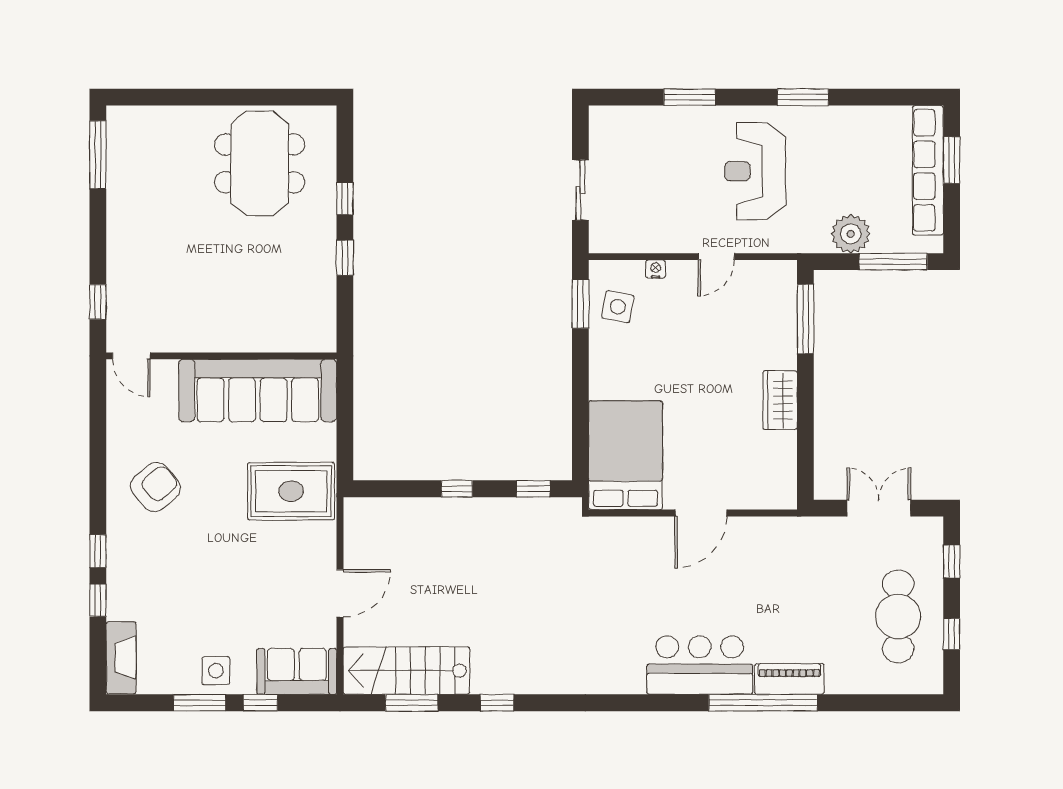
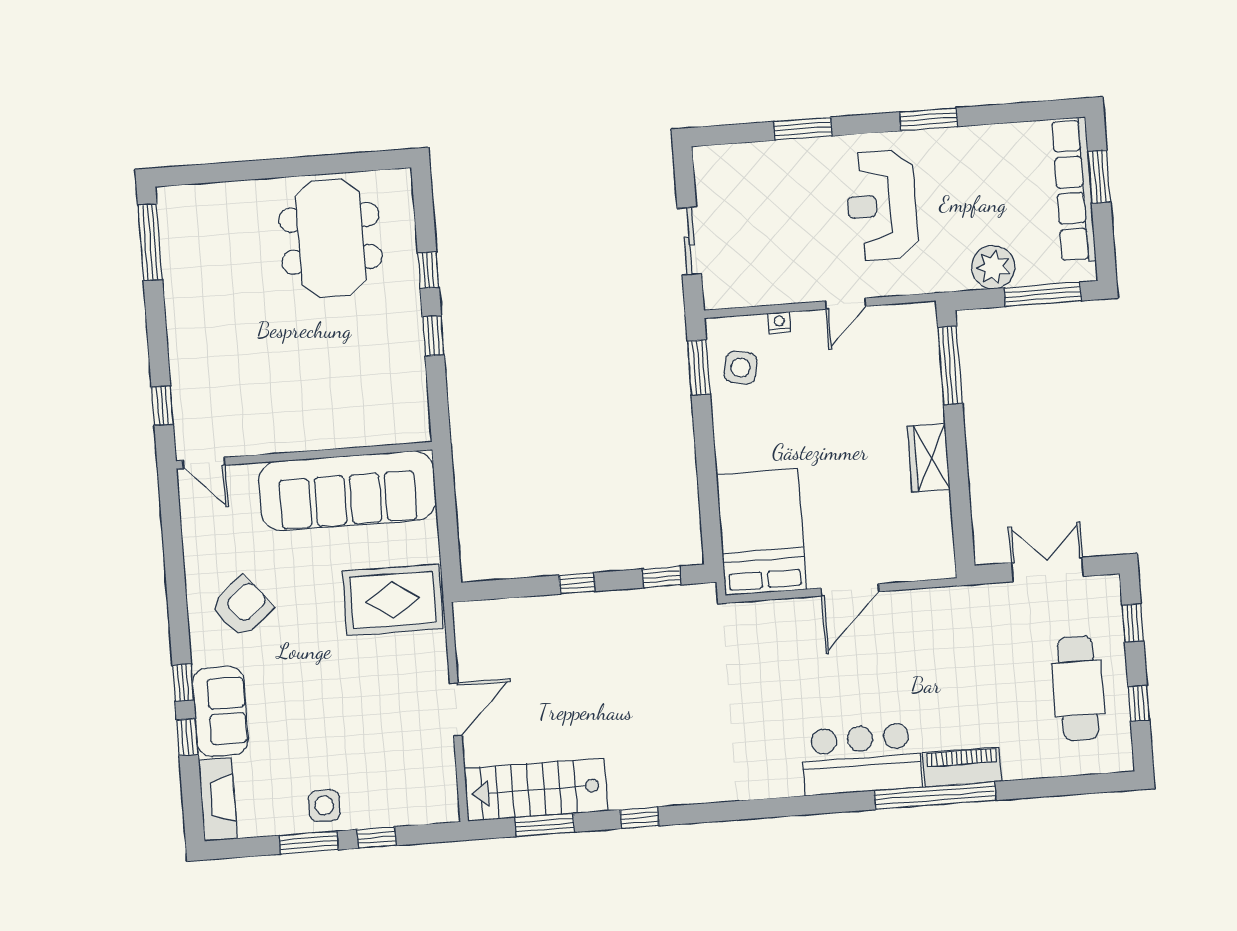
sofa: (297, 671) -> (220, 711), moved, turned 90

